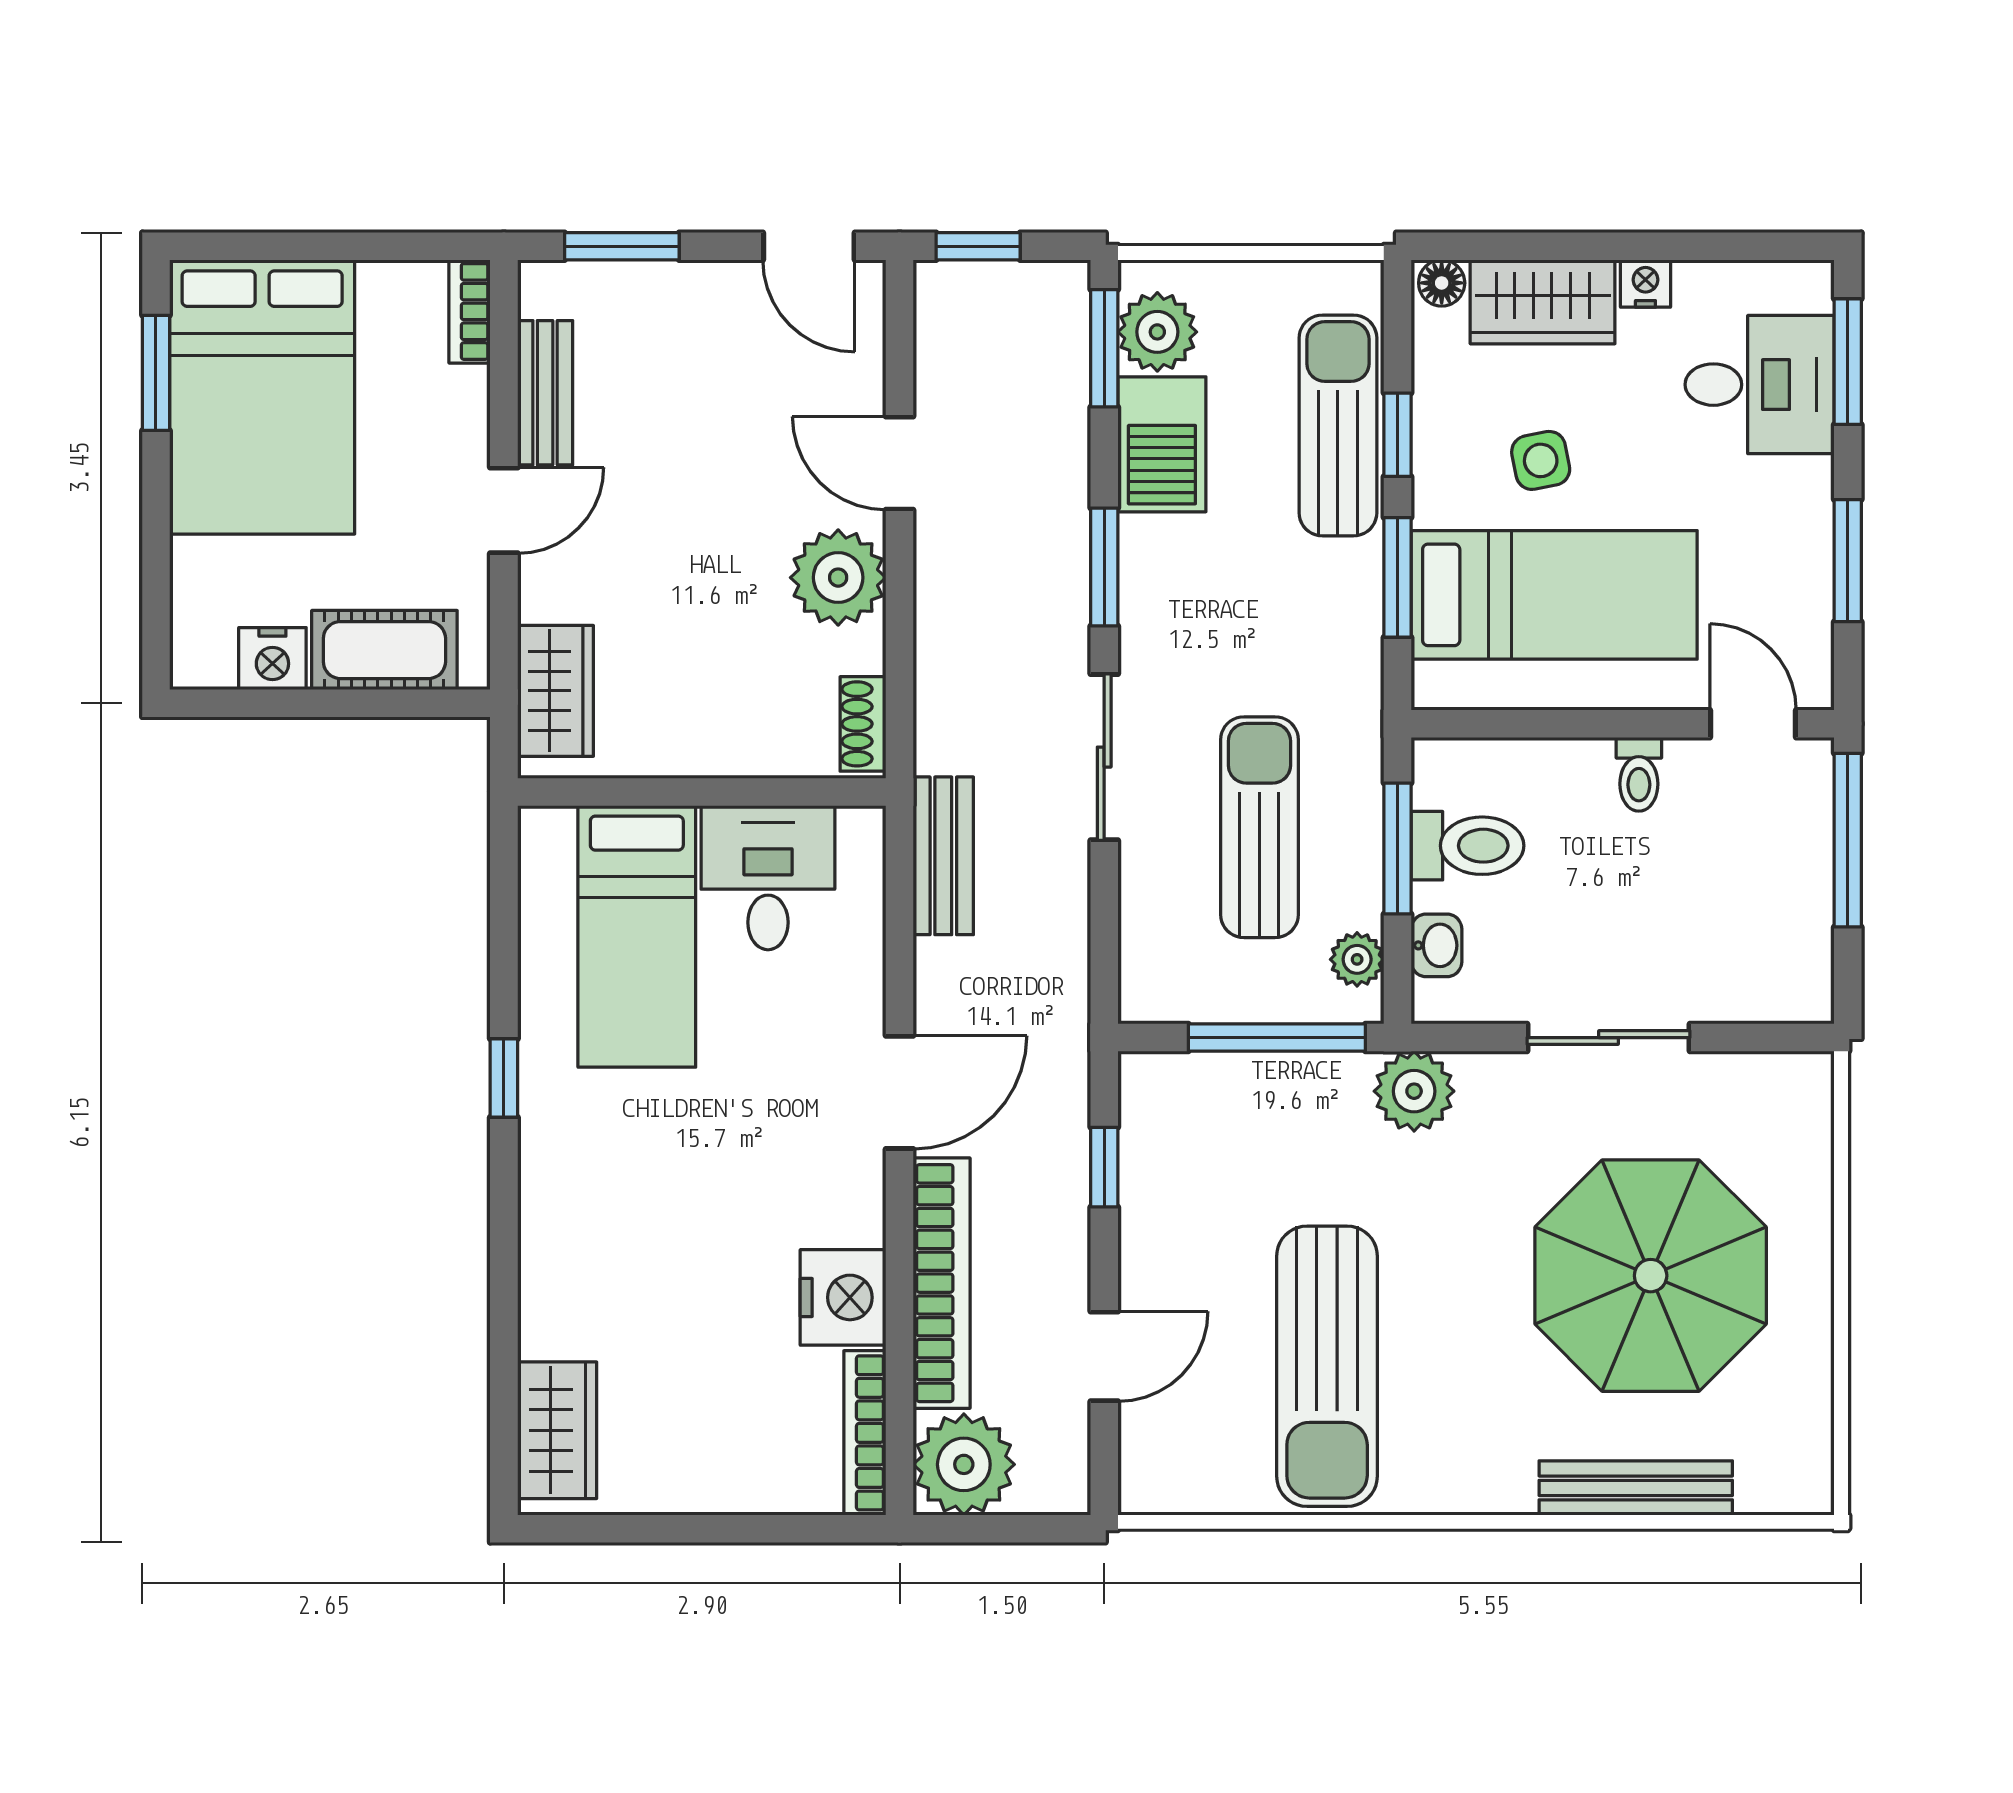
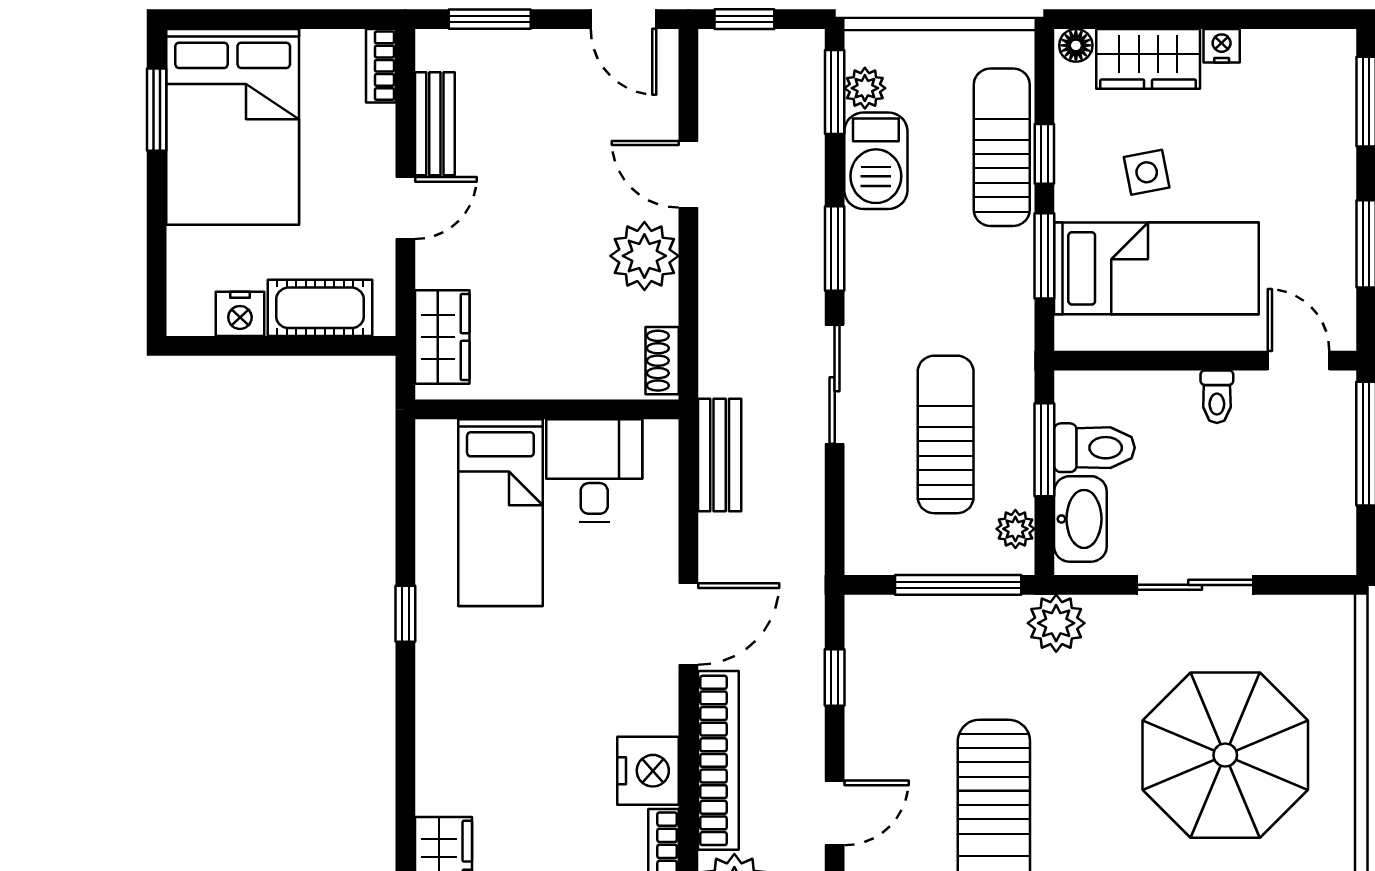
plant: (1157, 332) -> (865, 88), width x0.73, depth x0.73
desk: (1760, 385) -> (1303, 118), removed
washbasin: (1437, 945) -> (1080, 519), width x1.91, depth x1.45

